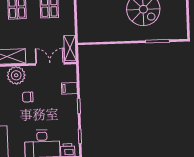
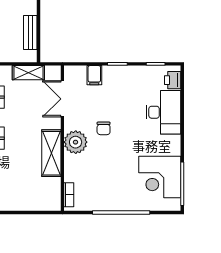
bench: (101, 37) -> (30, 33), added
shelving: (70, 48) -> (28, 73), moved

